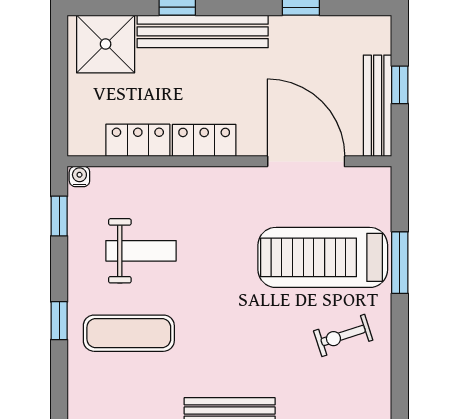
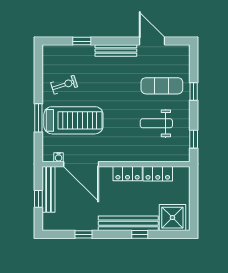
water cooler: (79, 176) -> (59, 157), moved

